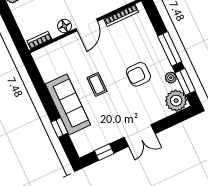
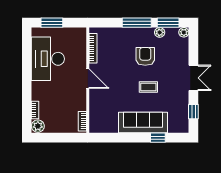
floor lamp: (65, 26) -> (80, 96), removed
armchair: (138, 74) -> (145, 56), turned 180
coffee table: (97, 84) -> (148, 87), moved
plant: (176, 101) -> (184, 32), width x0.53, depth x0.53

